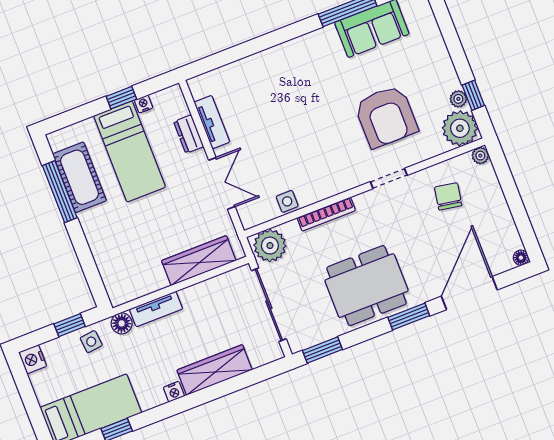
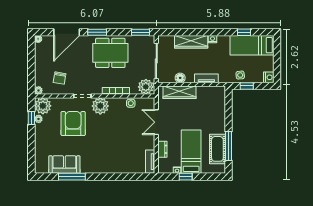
tv unit: (212, 122) -> (150, 162), moved
plant: (346, 172) -> (100, 106), added
floor lamp: (122, 323) -> (180, 78), moved

